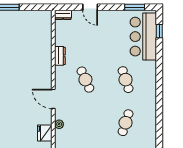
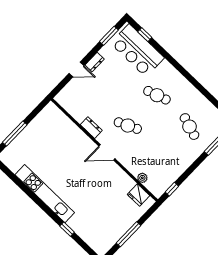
dresser: (63, 15) -> (95, 62), moved
door: (53, 99) -> (107, 152), moved

